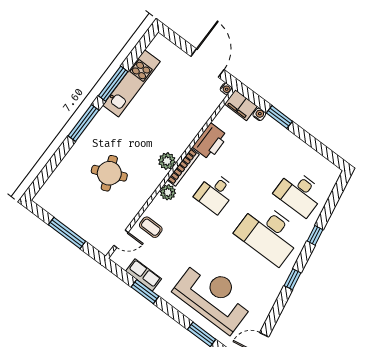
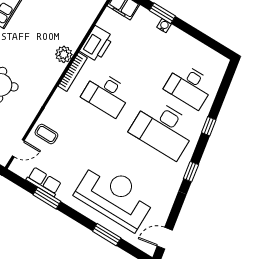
water cooler: (259, 114) -> (164, 26), moved
plant: (167, 161) -> (64, 54), moved
plant: (168, 192) -> (60, 98), removed
desk: (215, 193) -> (106, 94), width x1.37

